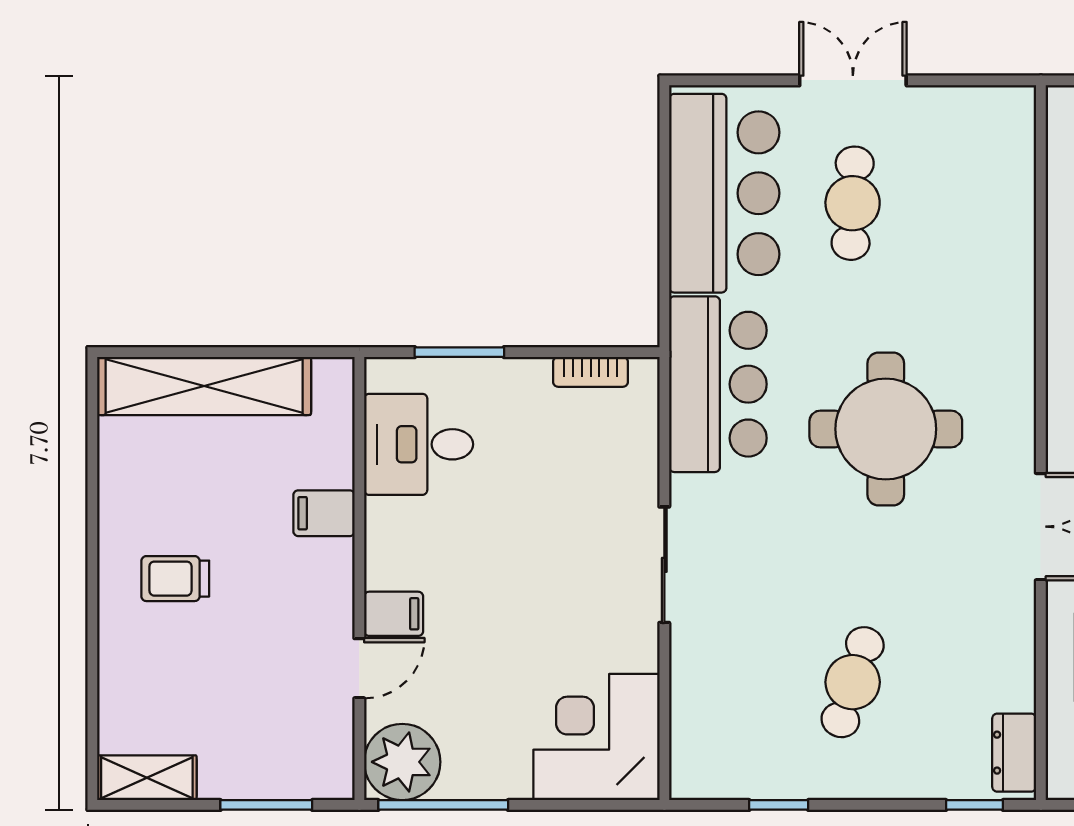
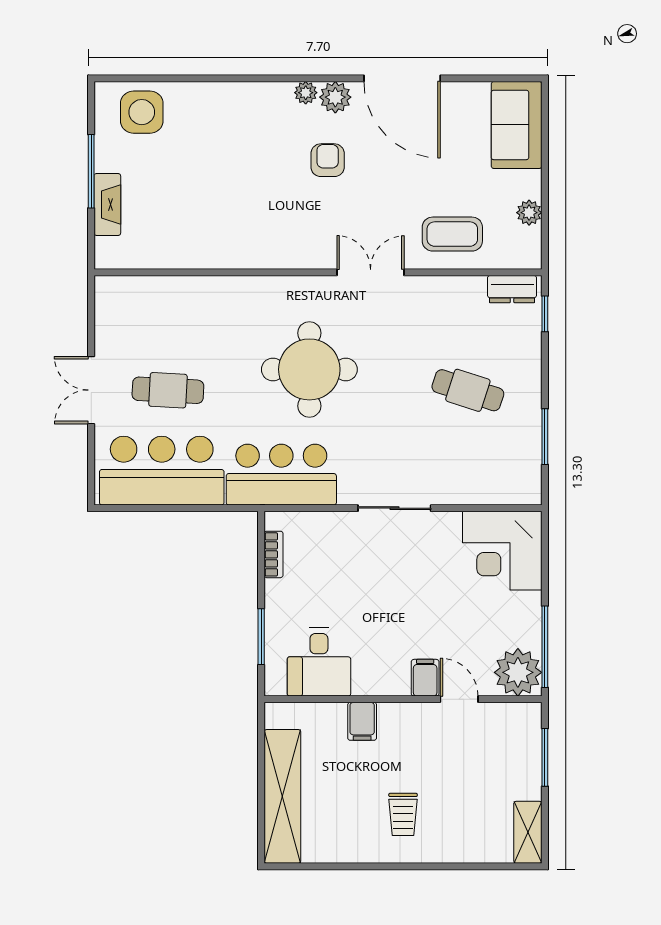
window: (779, 805) -> (545, 437), width x1.50

